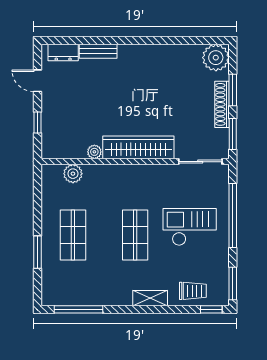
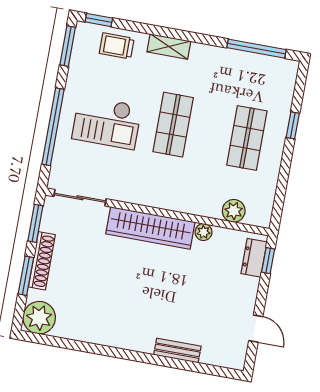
dresser: (63, 53) -> (254, 258), moved, turned -90
window: (37, 122) -> (268, 261), moved
window: (37, 252) -> (293, 125), width x0.67

